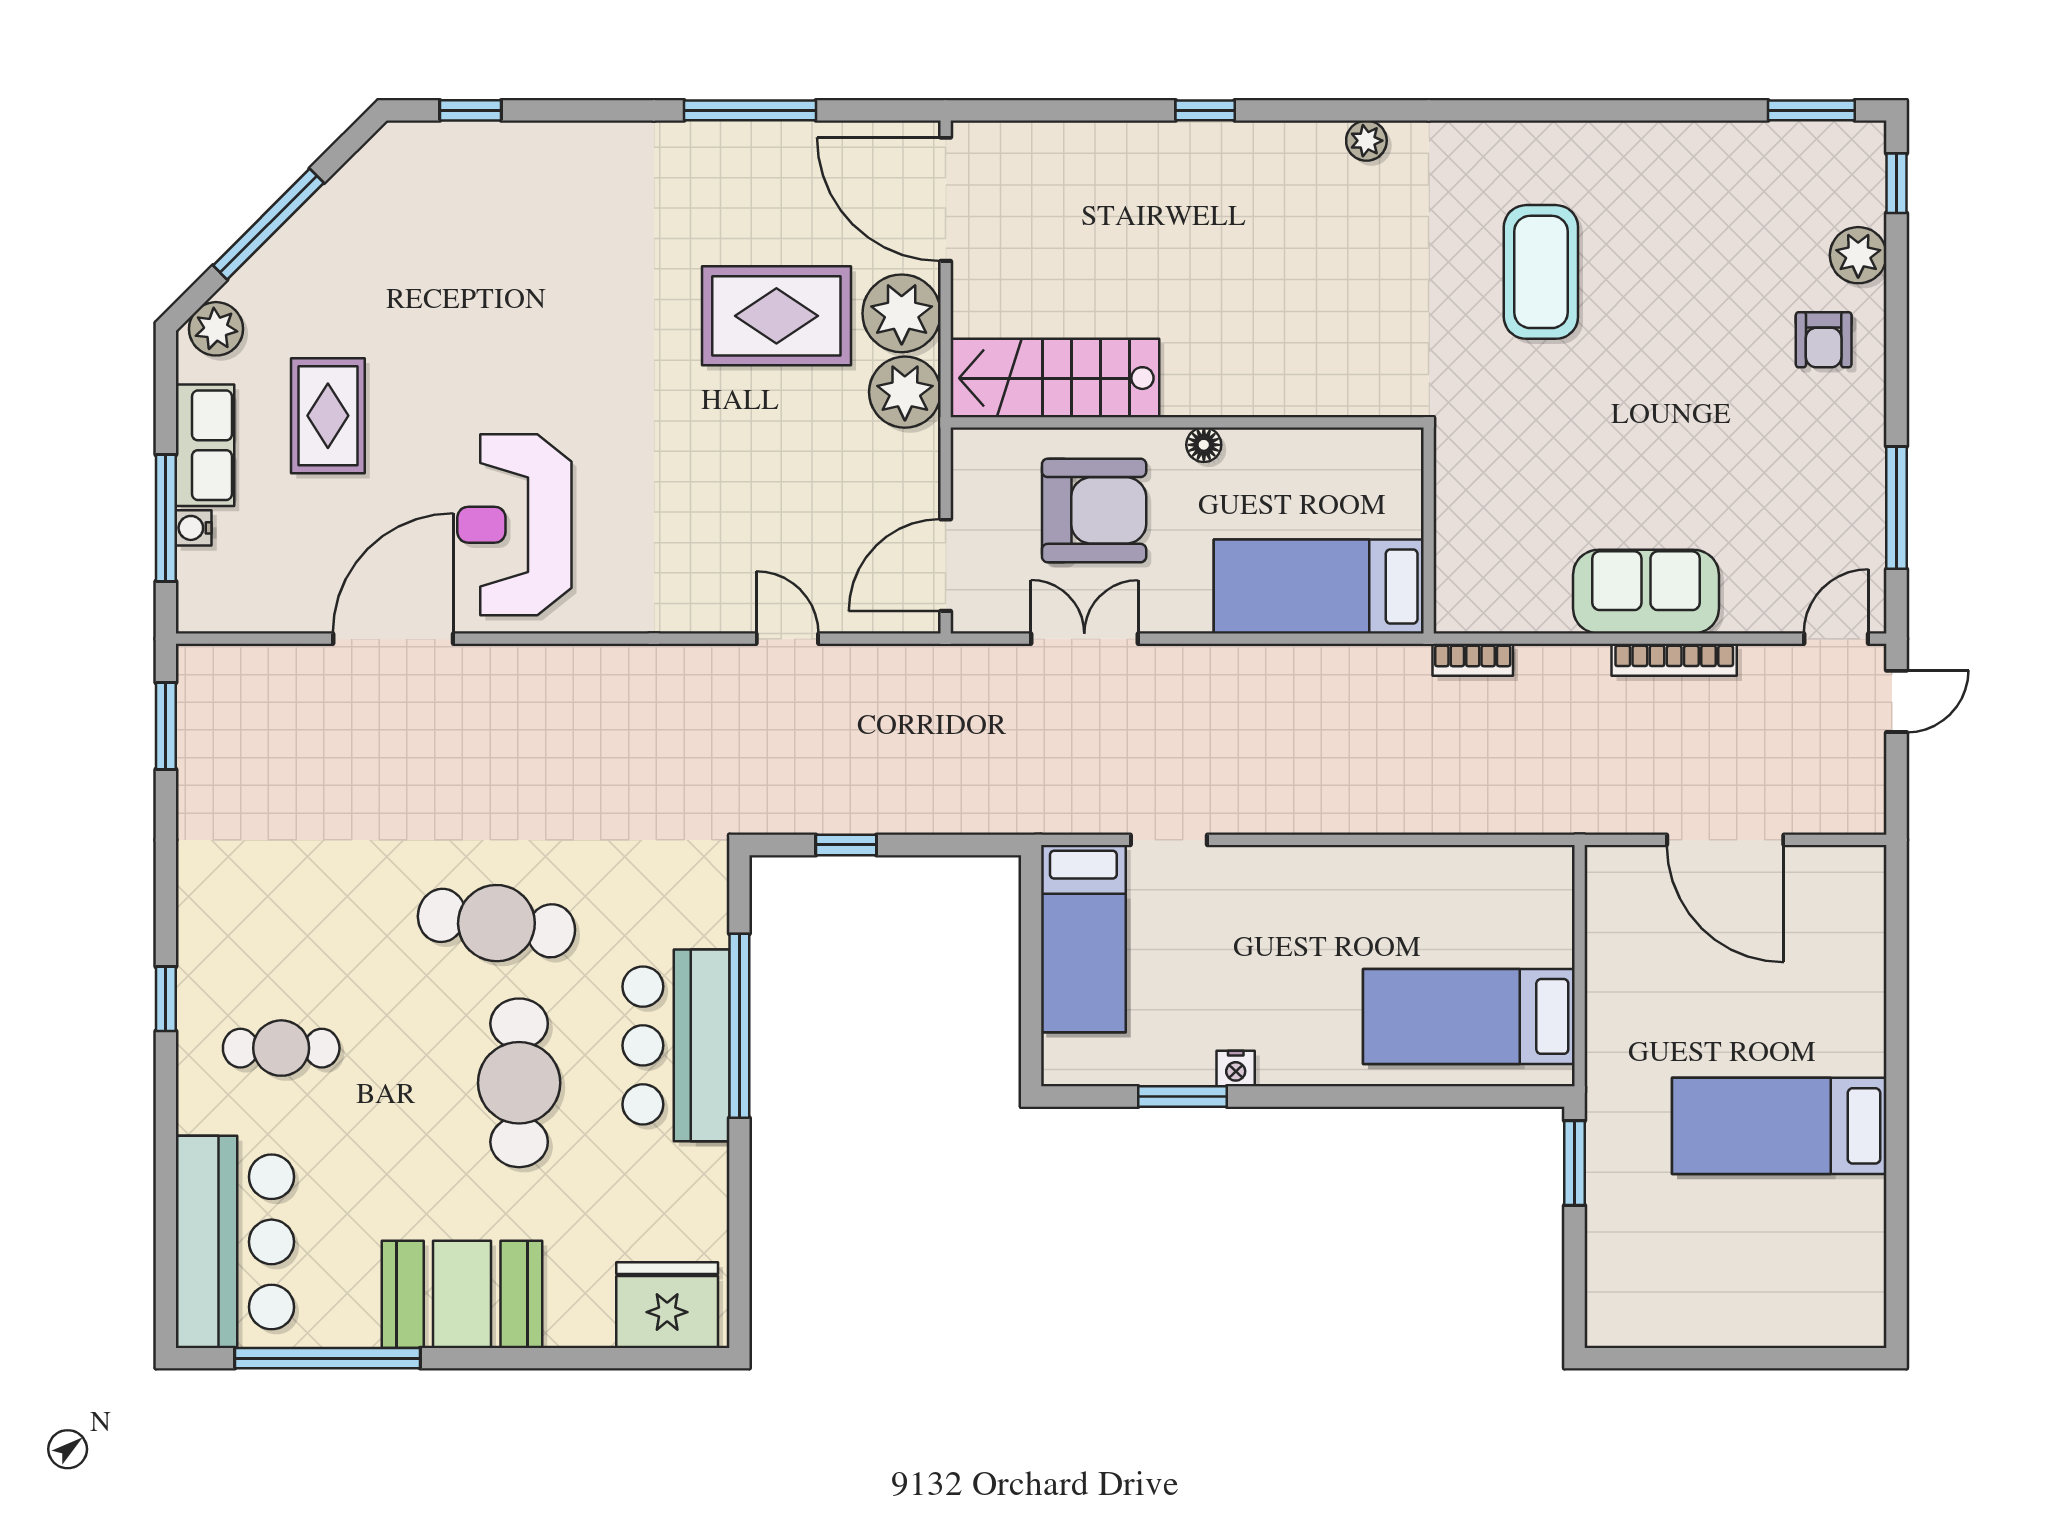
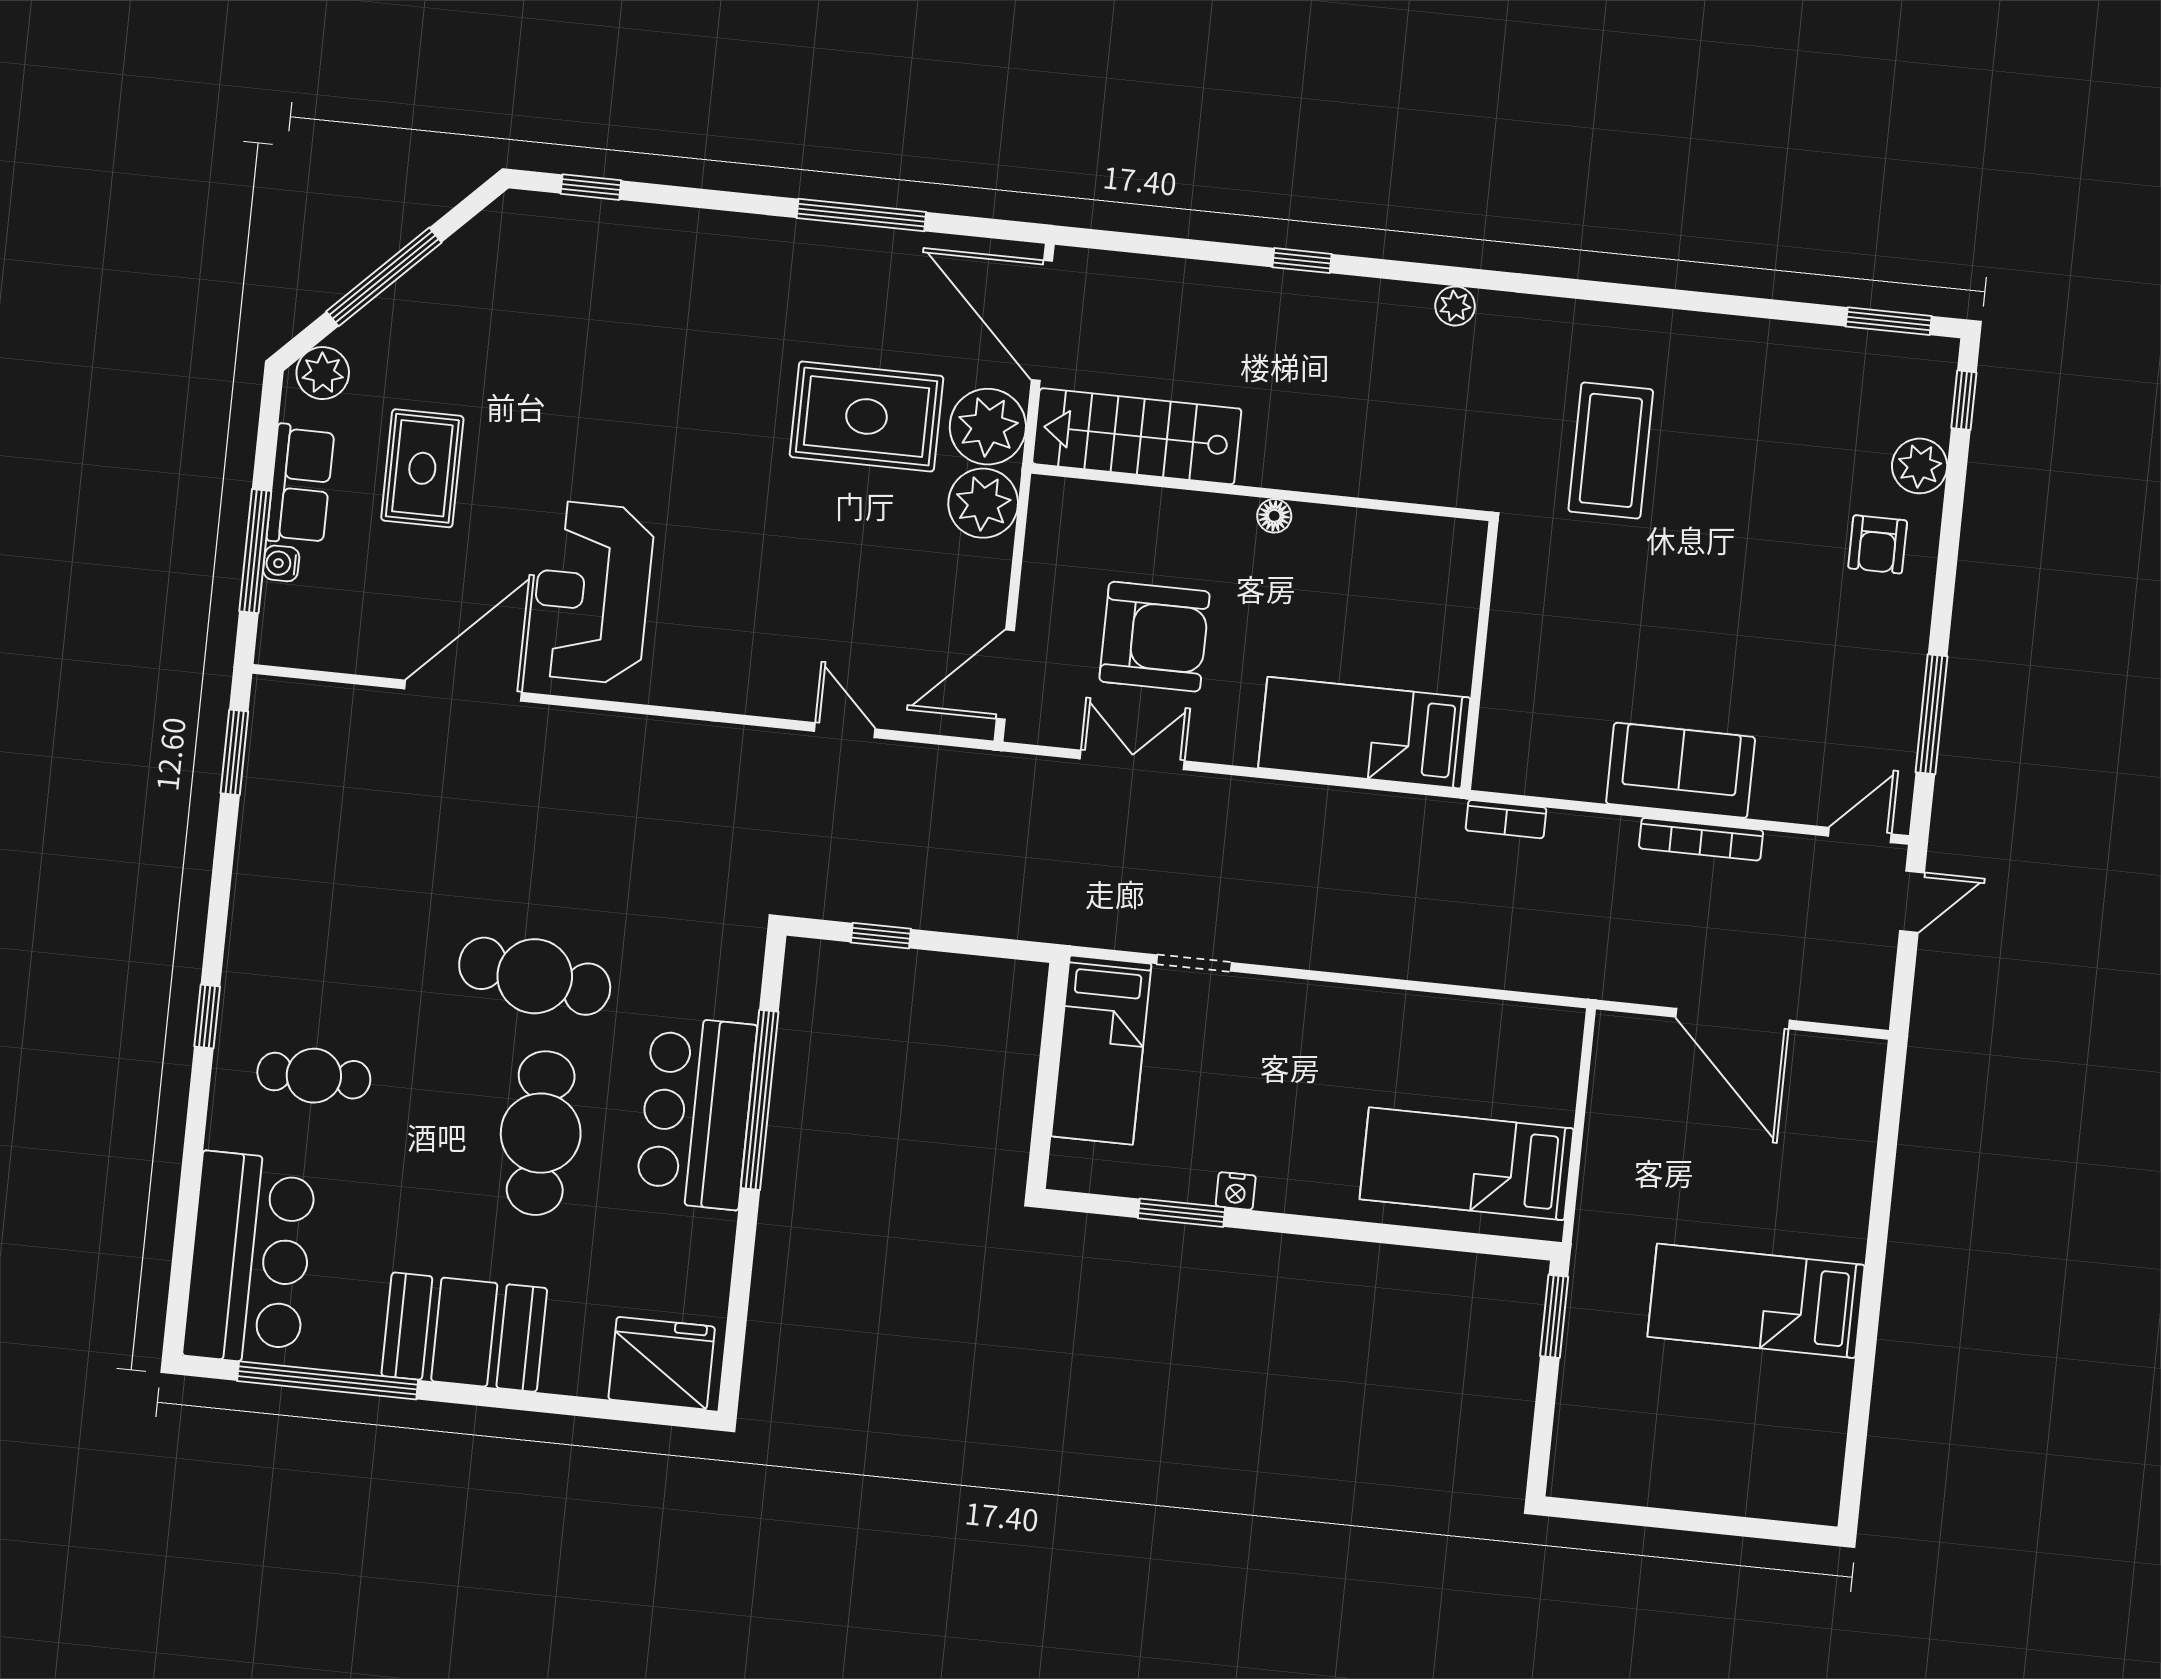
stairs: (1055, 378) -> (1137, 436), moved
wall: (1187, 422) -> (1260, 492), moved
floor lamp: (1204, 445) -> (1274, 516), moved

